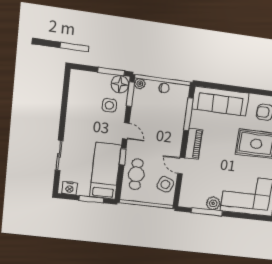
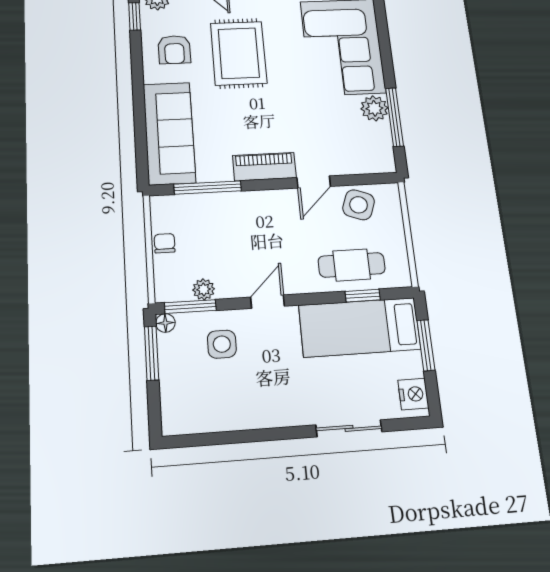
floor lamp: (120, 84) -> (165, 323), width x0.53, depth x0.53
plant: (140, 84) -> (204, 289), moved
window: (123, 157) -> (363, 296), moved

